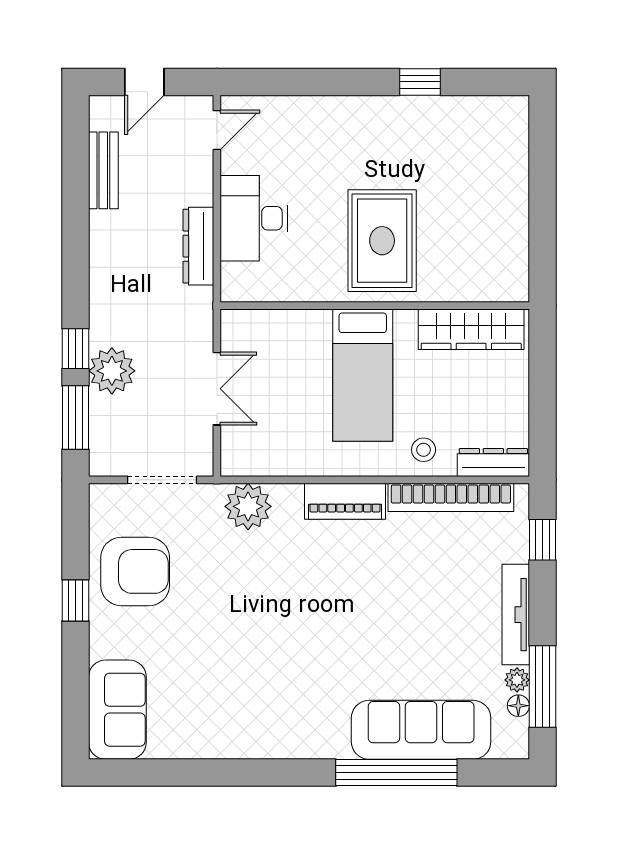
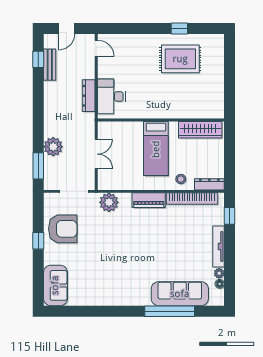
door: (217, 130) -> (96, 48), hinge flipped
desk: (254, 218) -> (111, 96), moved
rug: (382, 241) -> (180, 59), moved, turned 90
window: (75, 349) -> (38, 59), moved
window: (542, 686) -> (229, 276), removed

